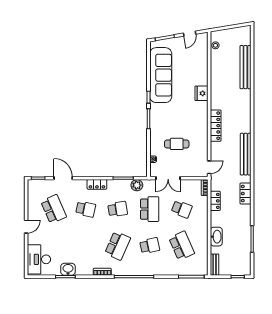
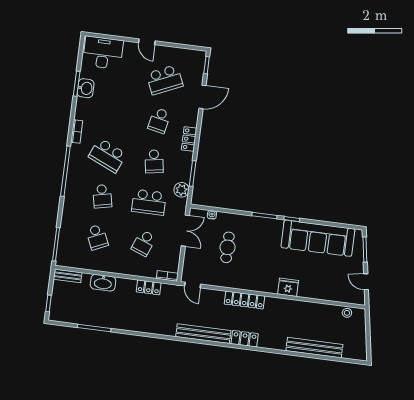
double door: (168, 178) -> (185, 231), swing flipped
locker: (246, 194) -> (245, 339), moved
school desk: (182, 246) -> (97, 237), width x0.54

